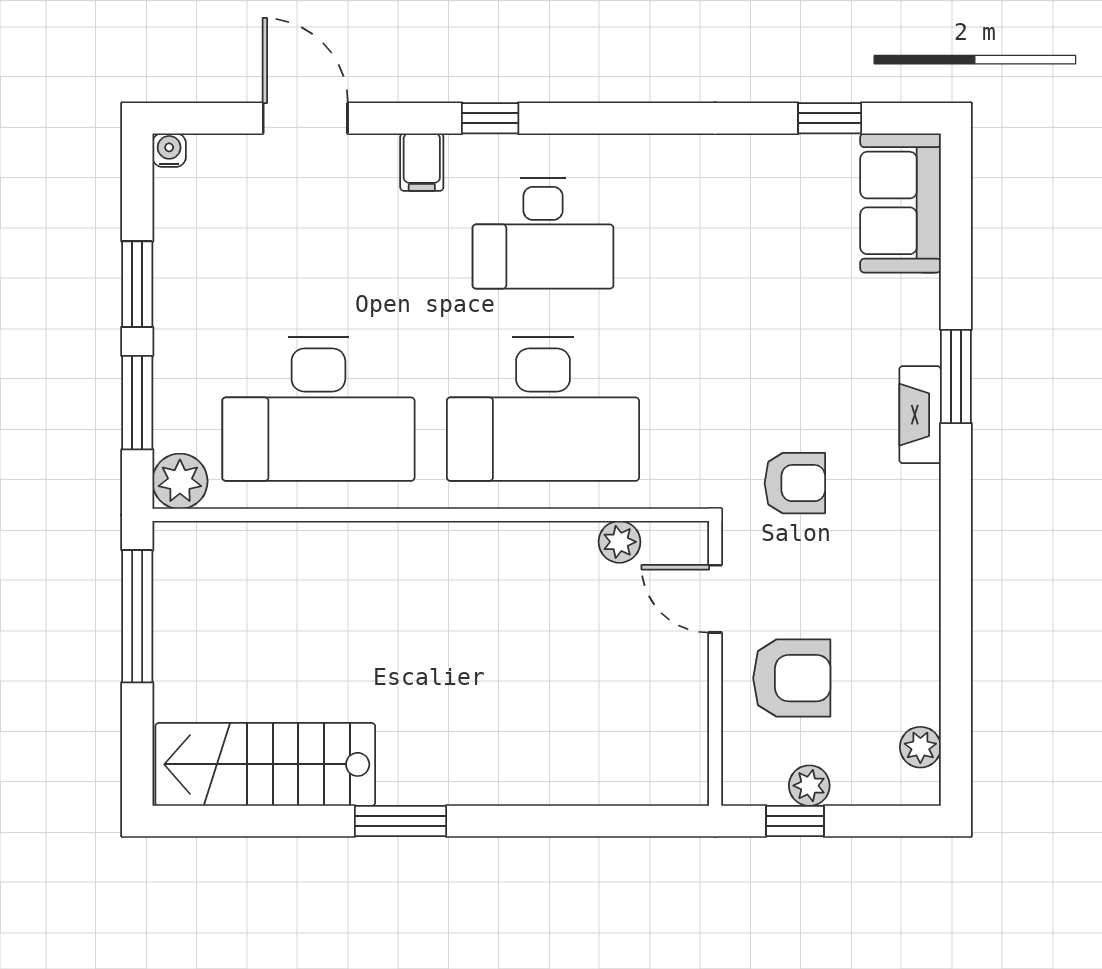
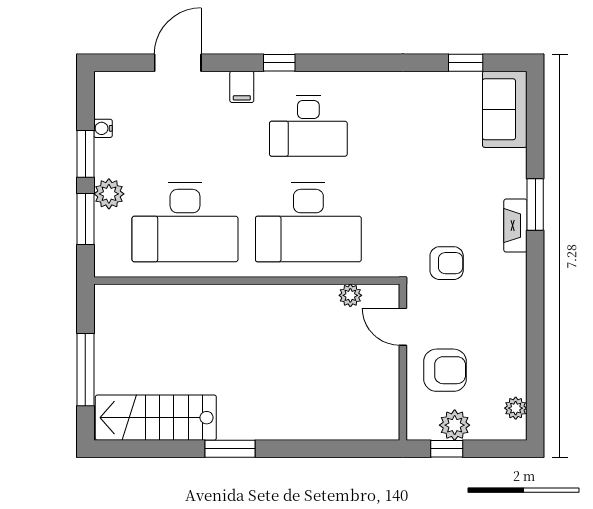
door: (305, 118) -> (178, 63), hinge flipped
water cooler: (169, 150) -> (103, 128), moved, turned -90
plant: (180, 481) -> (109, 194), moved
window: (137, 616) -> (85, 370), moved
plant: (809, 786) -> (455, 425), width x1.38, depth x1.38

